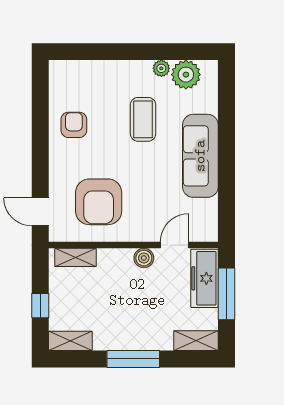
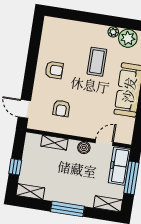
armchair: (74, 125) -> (54, 70), moved, turned 90
armchair: (99, 202) -> (61, 108), width x0.53, depth x0.53
shelving: (76, 257) -> (54, 143), moved

